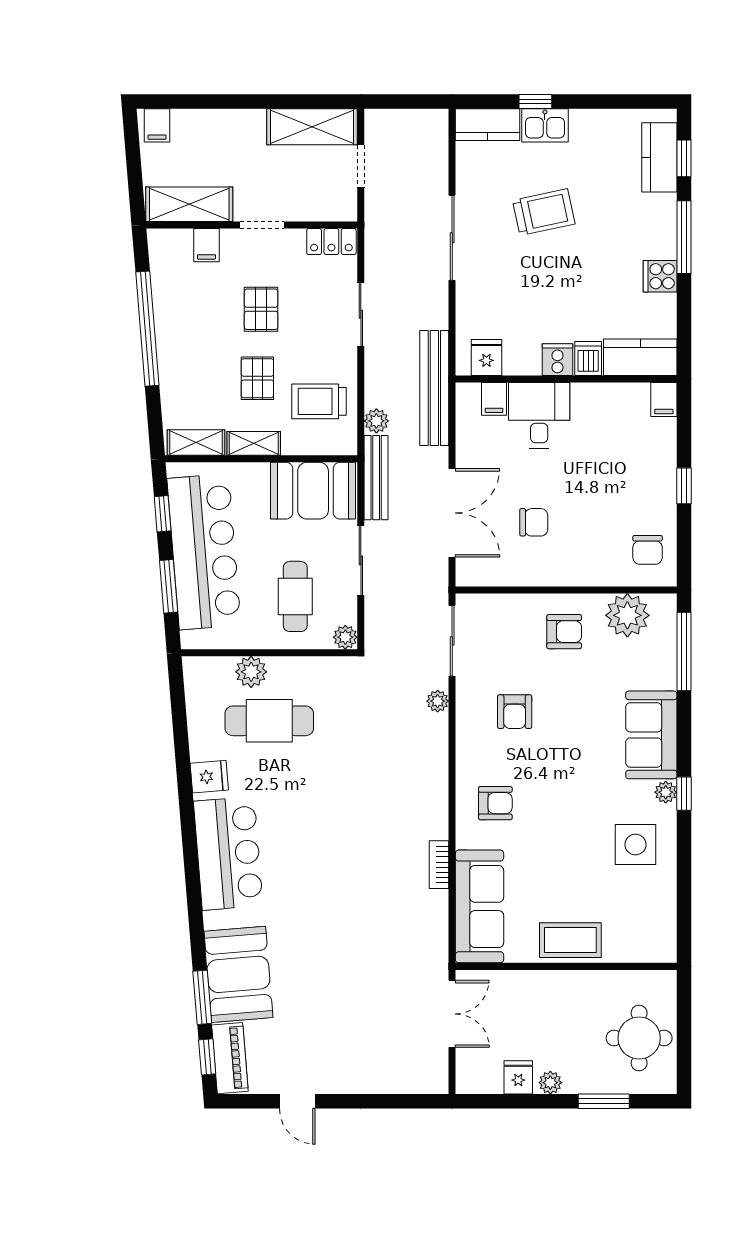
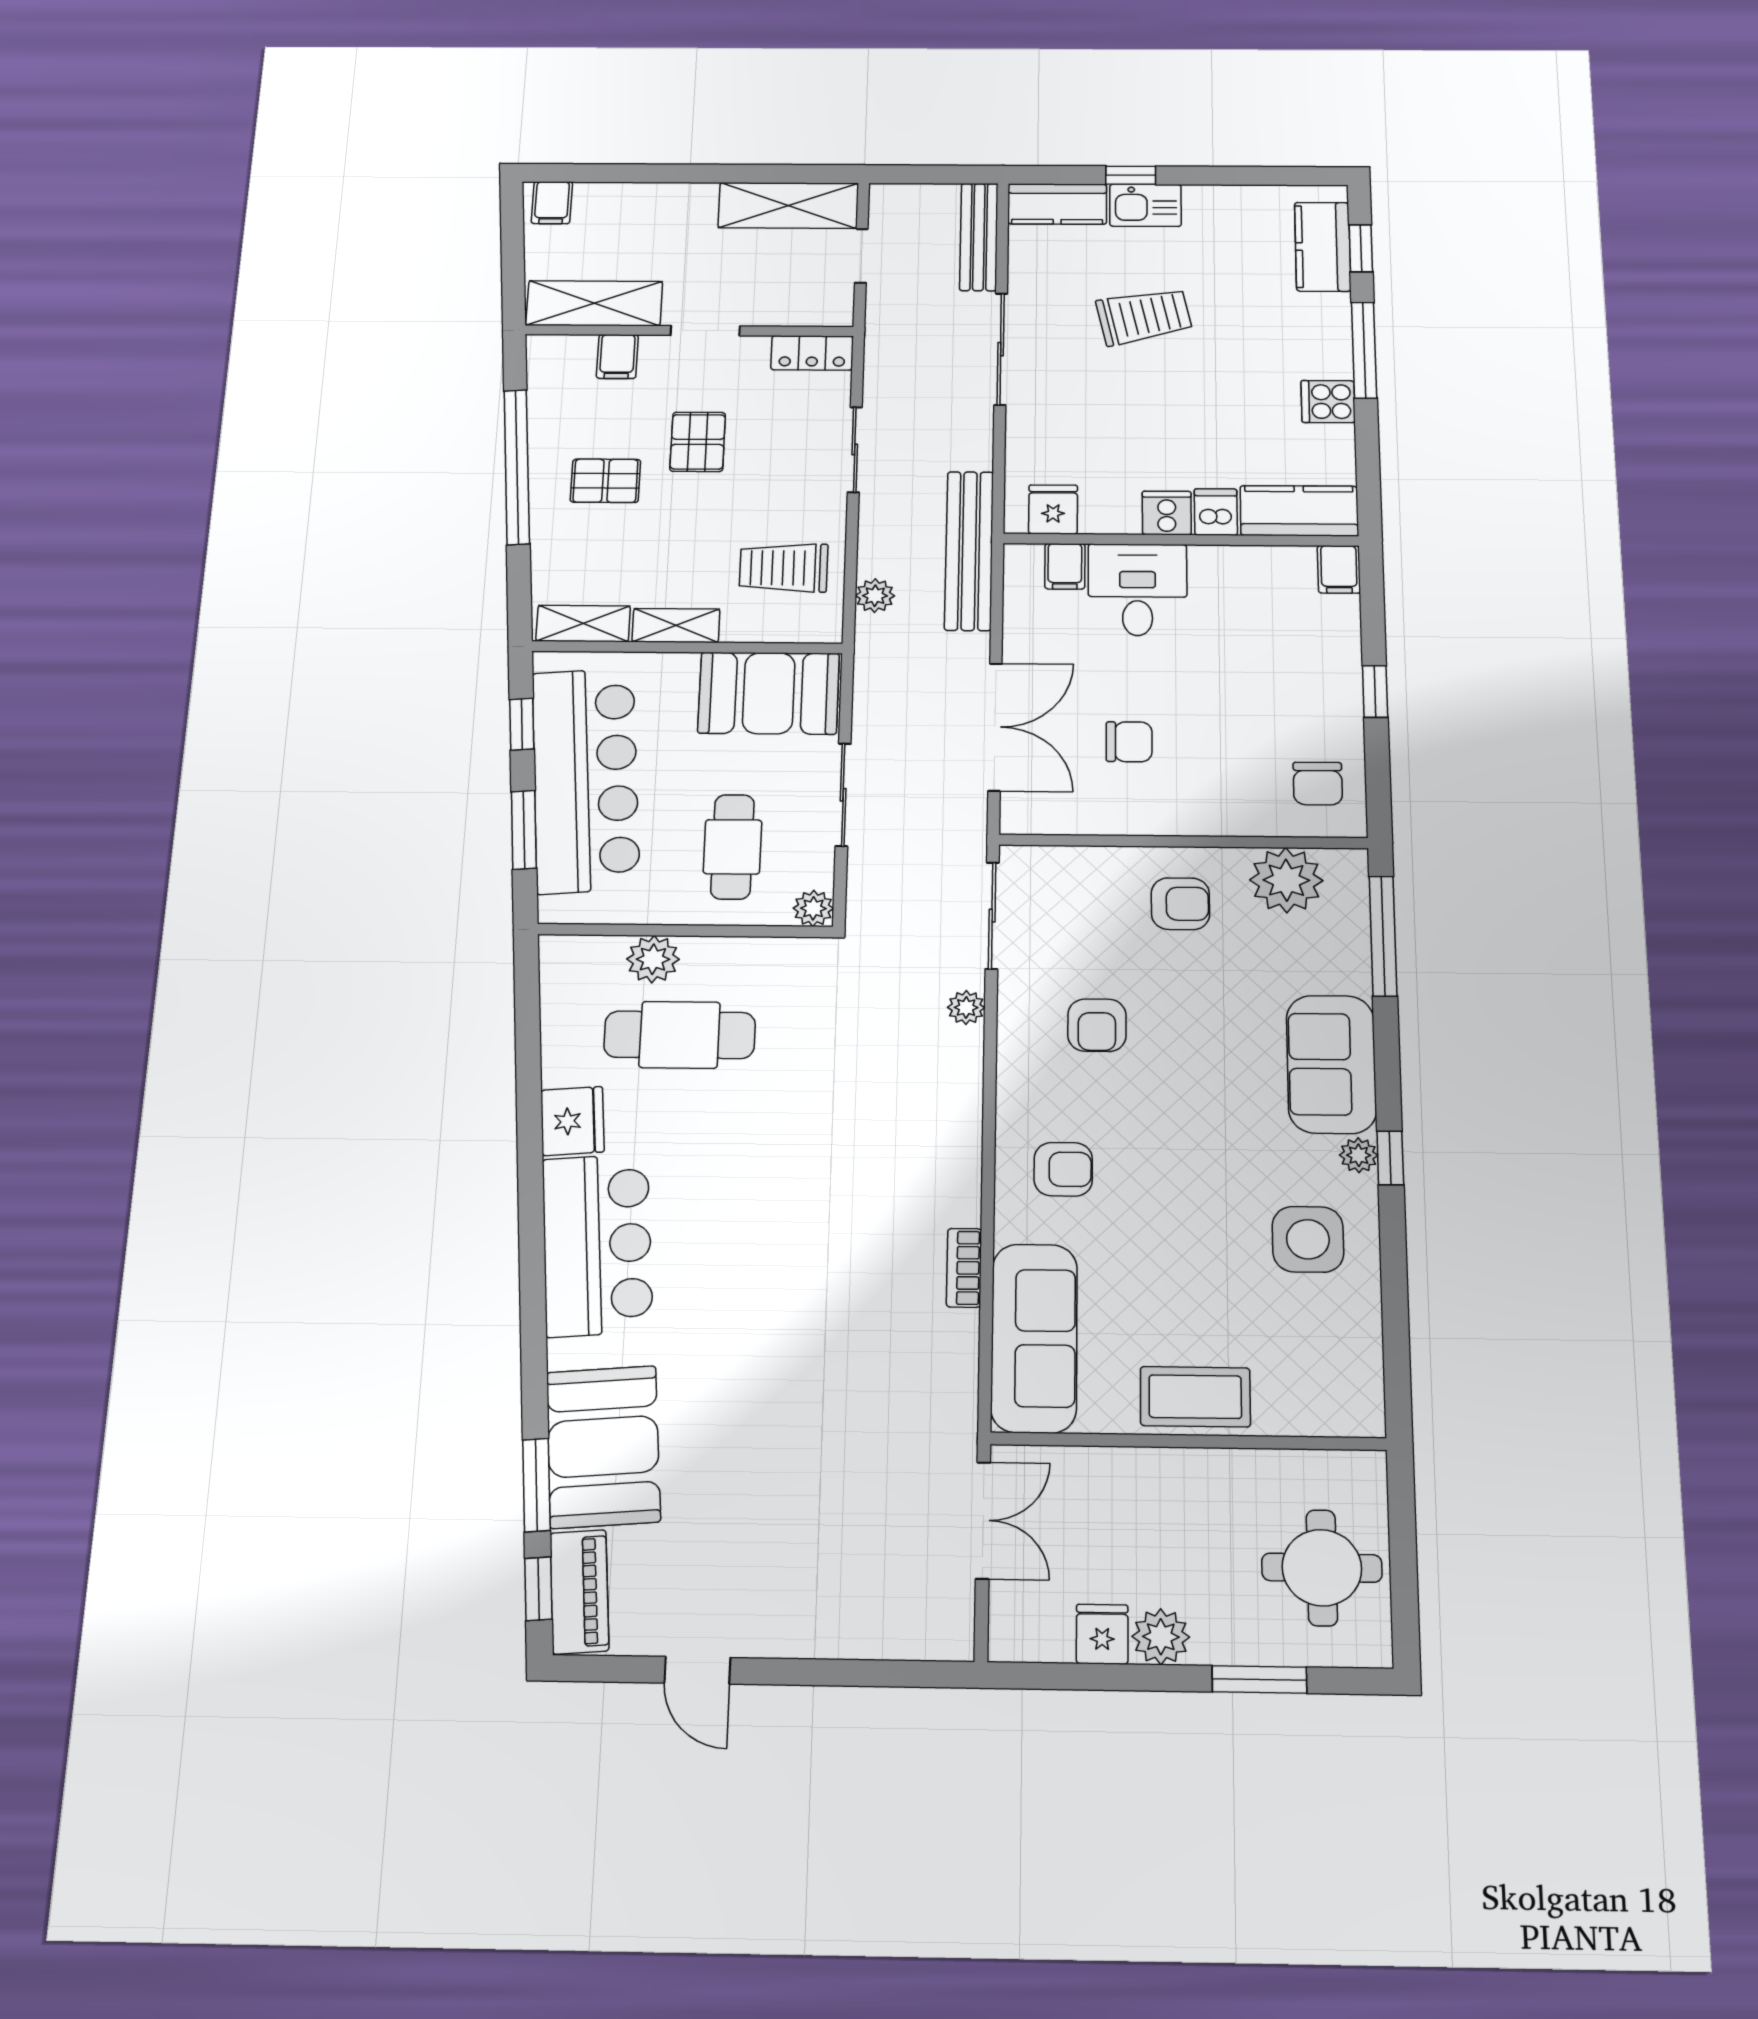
pallet: (257, 378) -> (605, 481), moved, turned 90
bench: (376, 478) -> (979, 237), moved
fridge: (209, 777) -> (572, 1121), width x1.38
plant: (550, 1083) -> (1161, 1637), width x1.38, depth x1.38

